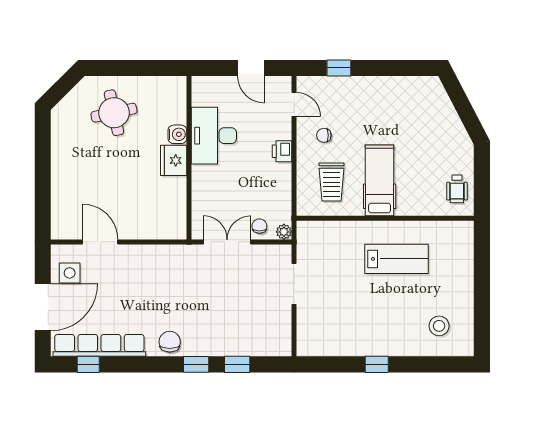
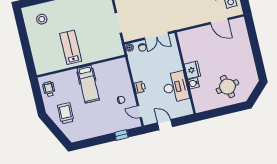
trolley: (331, 182) -> (66, 113), moved
lab bench: (396, 259) -> (71, 47), turned 90

